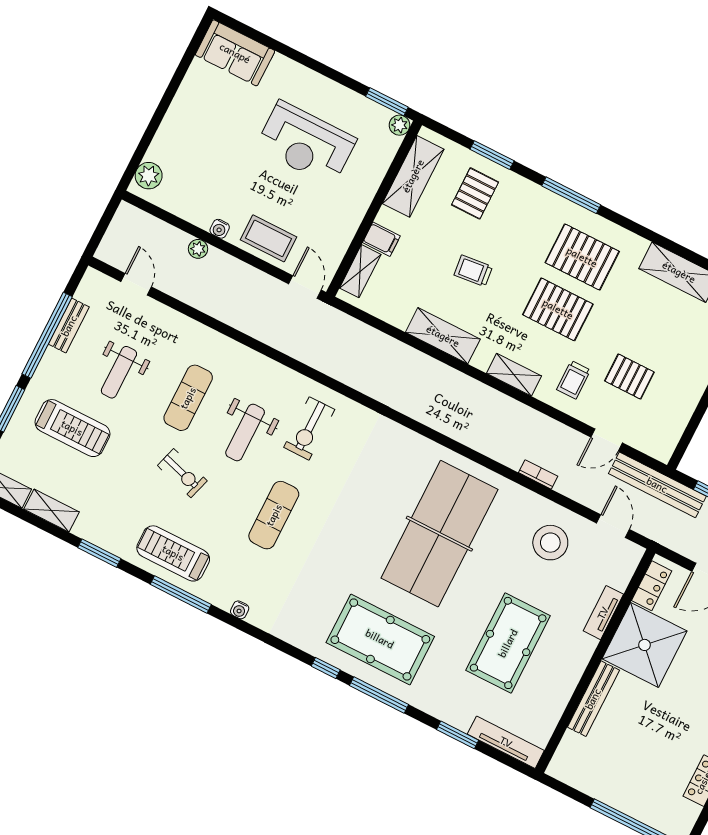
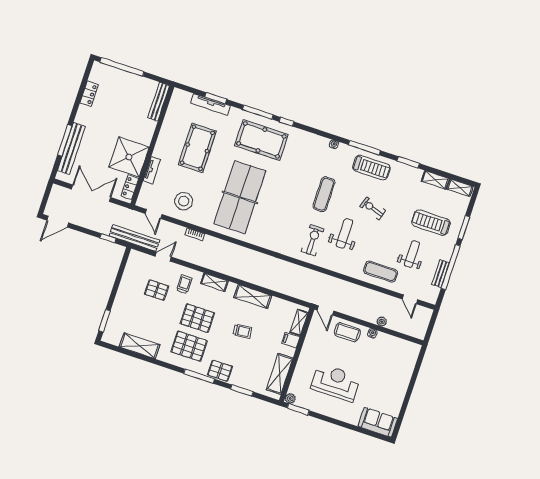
plant: (149, 176) -> (412, 354), removed
pallet: (475, 193) -> (220, 371), moved, turned 90
exercise mat: (188, 398) -> (381, 272), moved, turned 90
bench: (593, 699) -> (159, 102), moved
tv unit: (506, 742) -> (210, 104), moved

